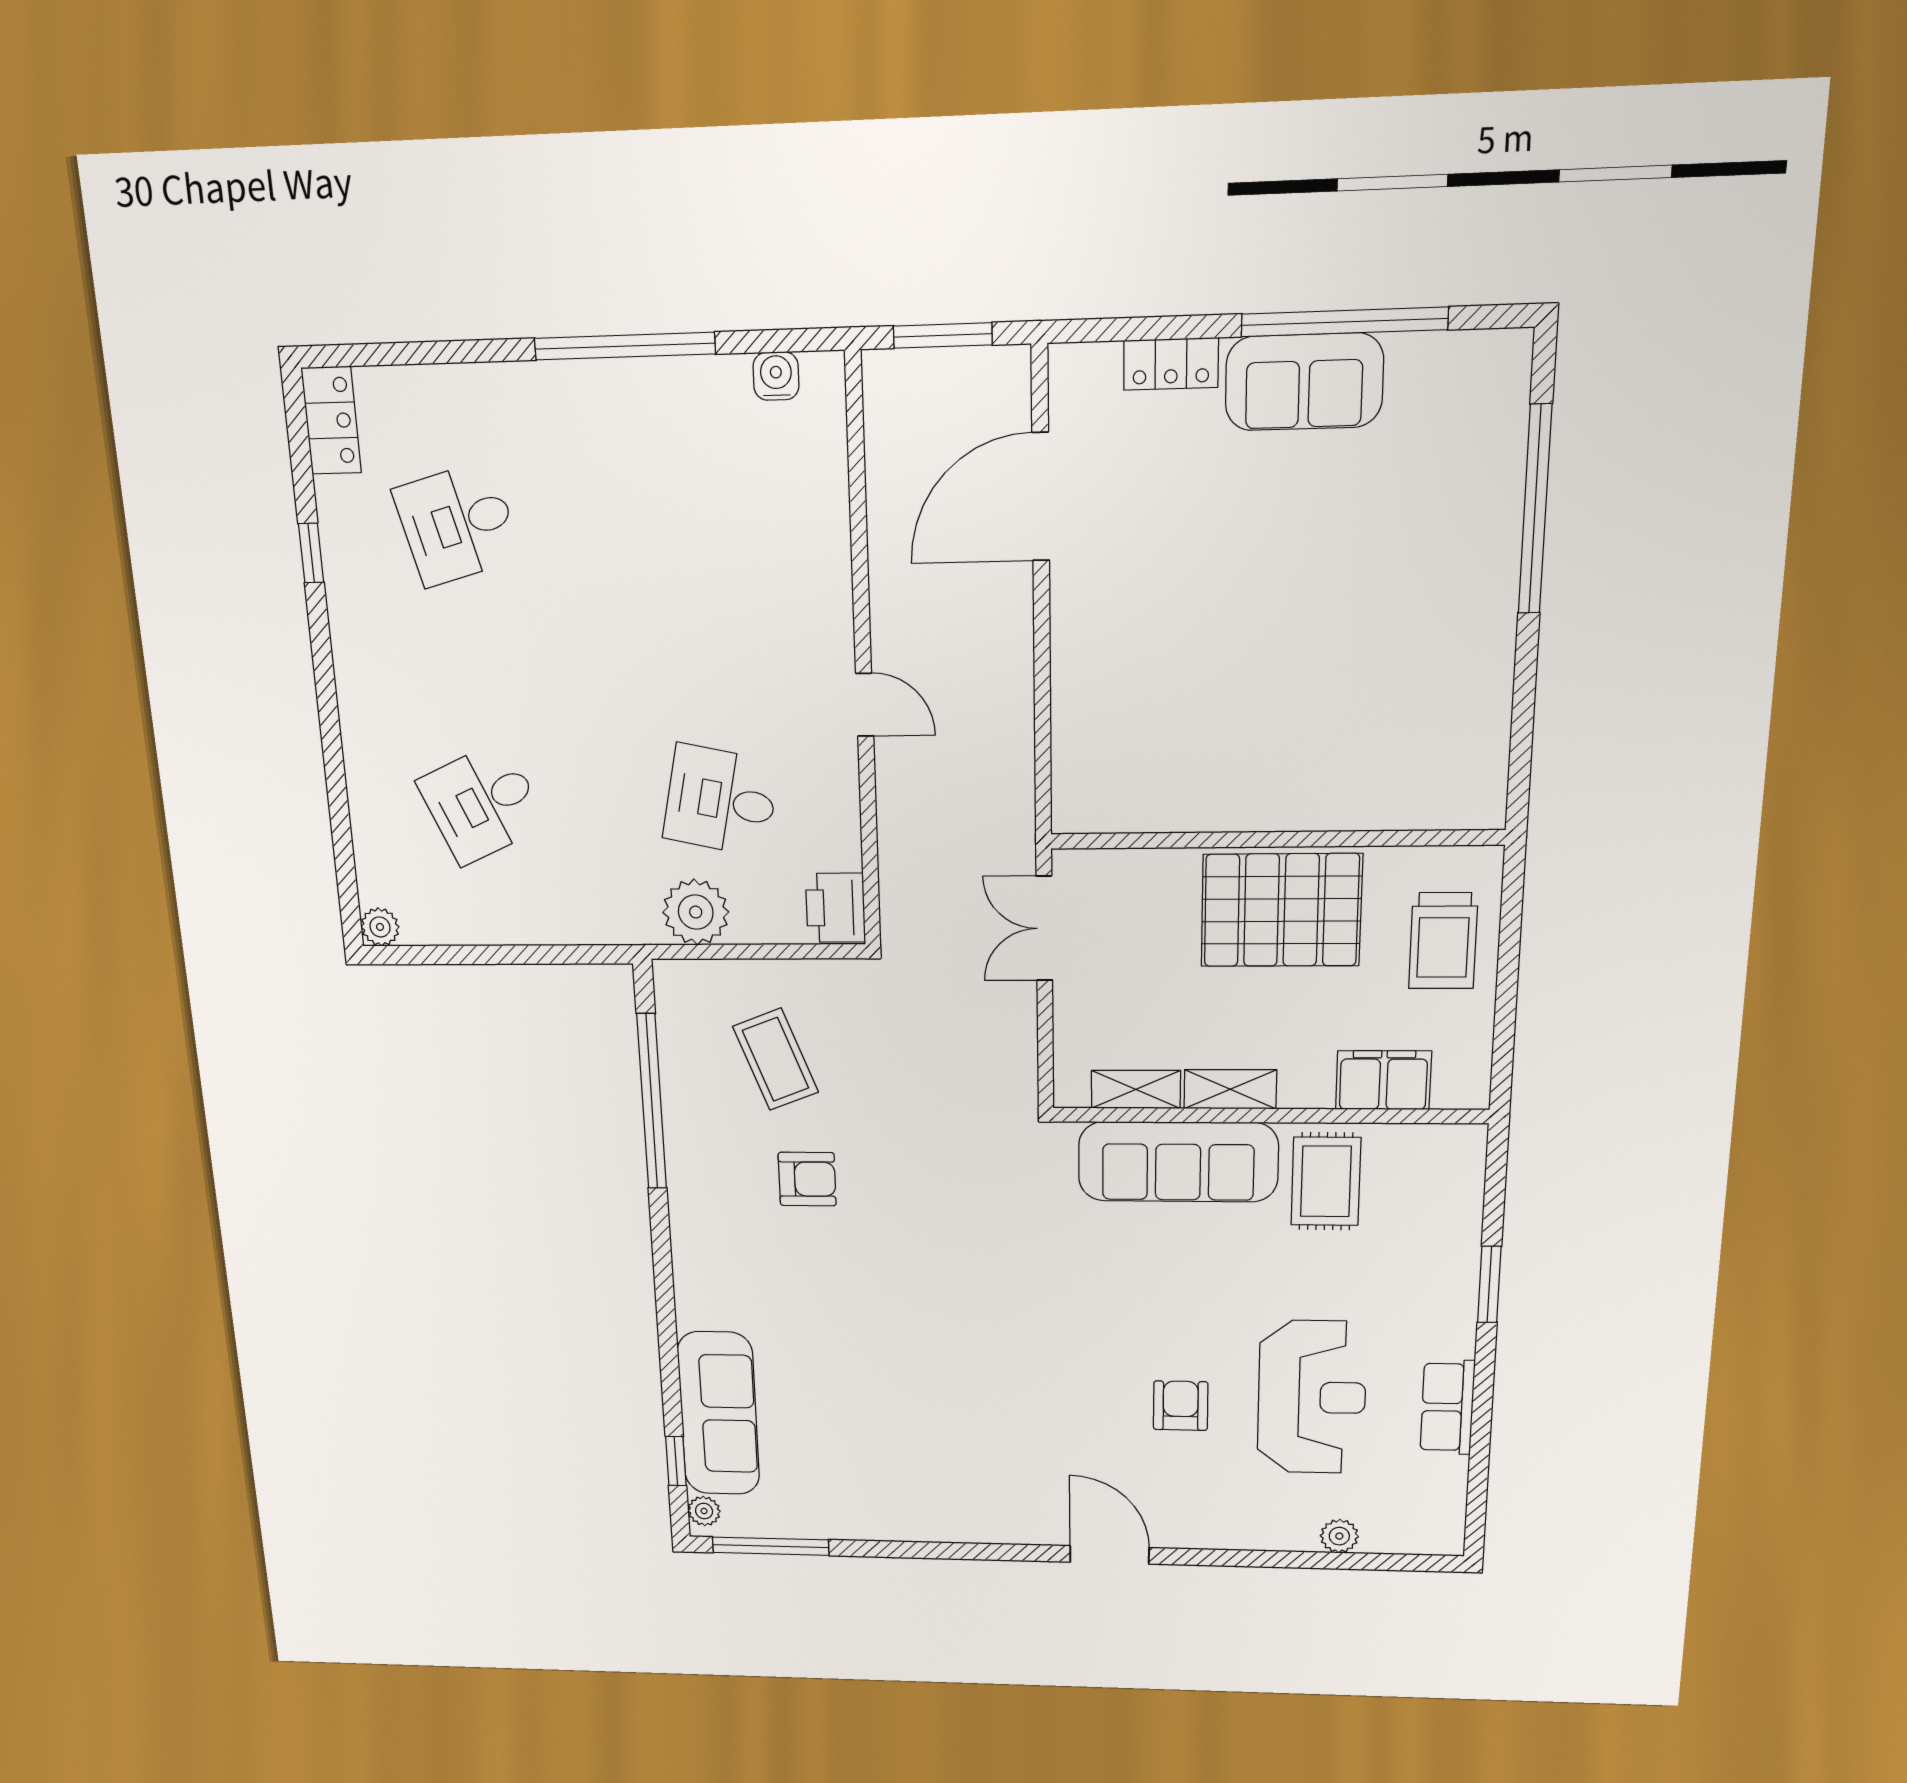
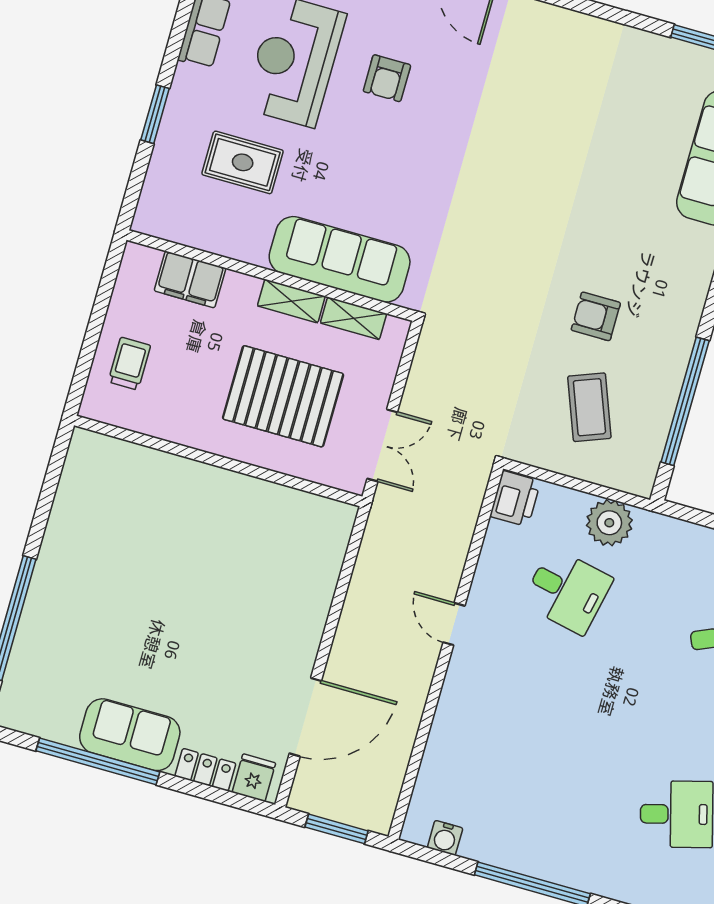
fridge: (1092, 376) -> (254, 778), added
pallet: (1281, 910) -> (283, 396), moved
trolley: (1443, 941) -> (129, 364), width x0.73, depth x0.72
rug: (1326, 1181) -> (243, 162), moved, turned 90

